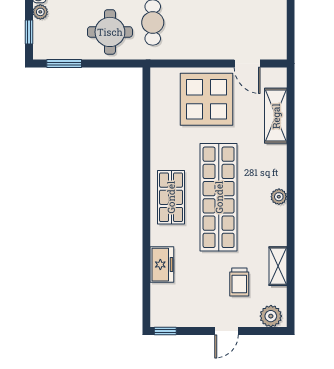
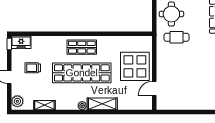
shelving: (276, 116) -> (102, 104), moved
freezer: (162, 265) -> (21, 42), moved
trolley: (239, 282) -> (33, 68), moved

